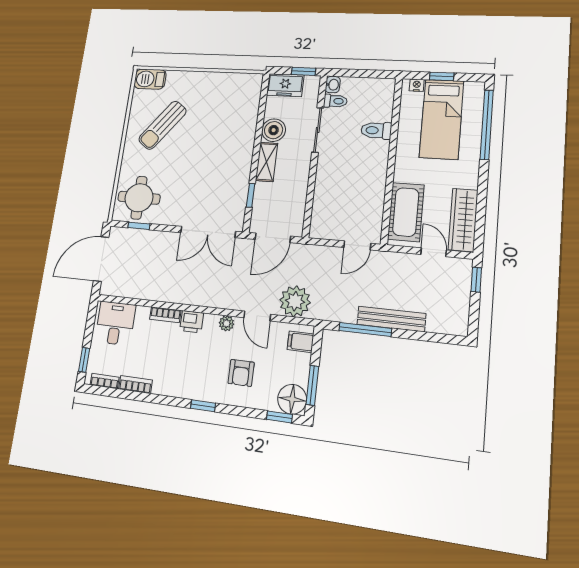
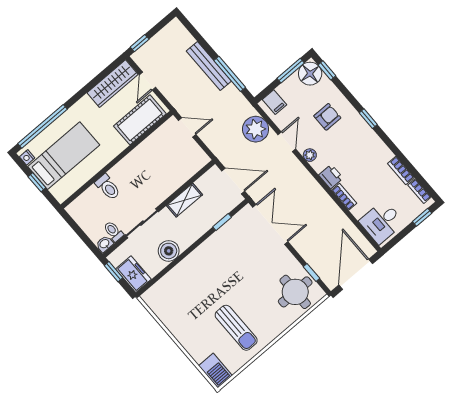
nightstand: (417, 85) -> (27, 157), moved
sun lounger: (162, 125) -> (236, 328), turned 53
shelving: (267, 162) -> (185, 200), moved
door: (101, 259) -> (356, 274), swing flipped

